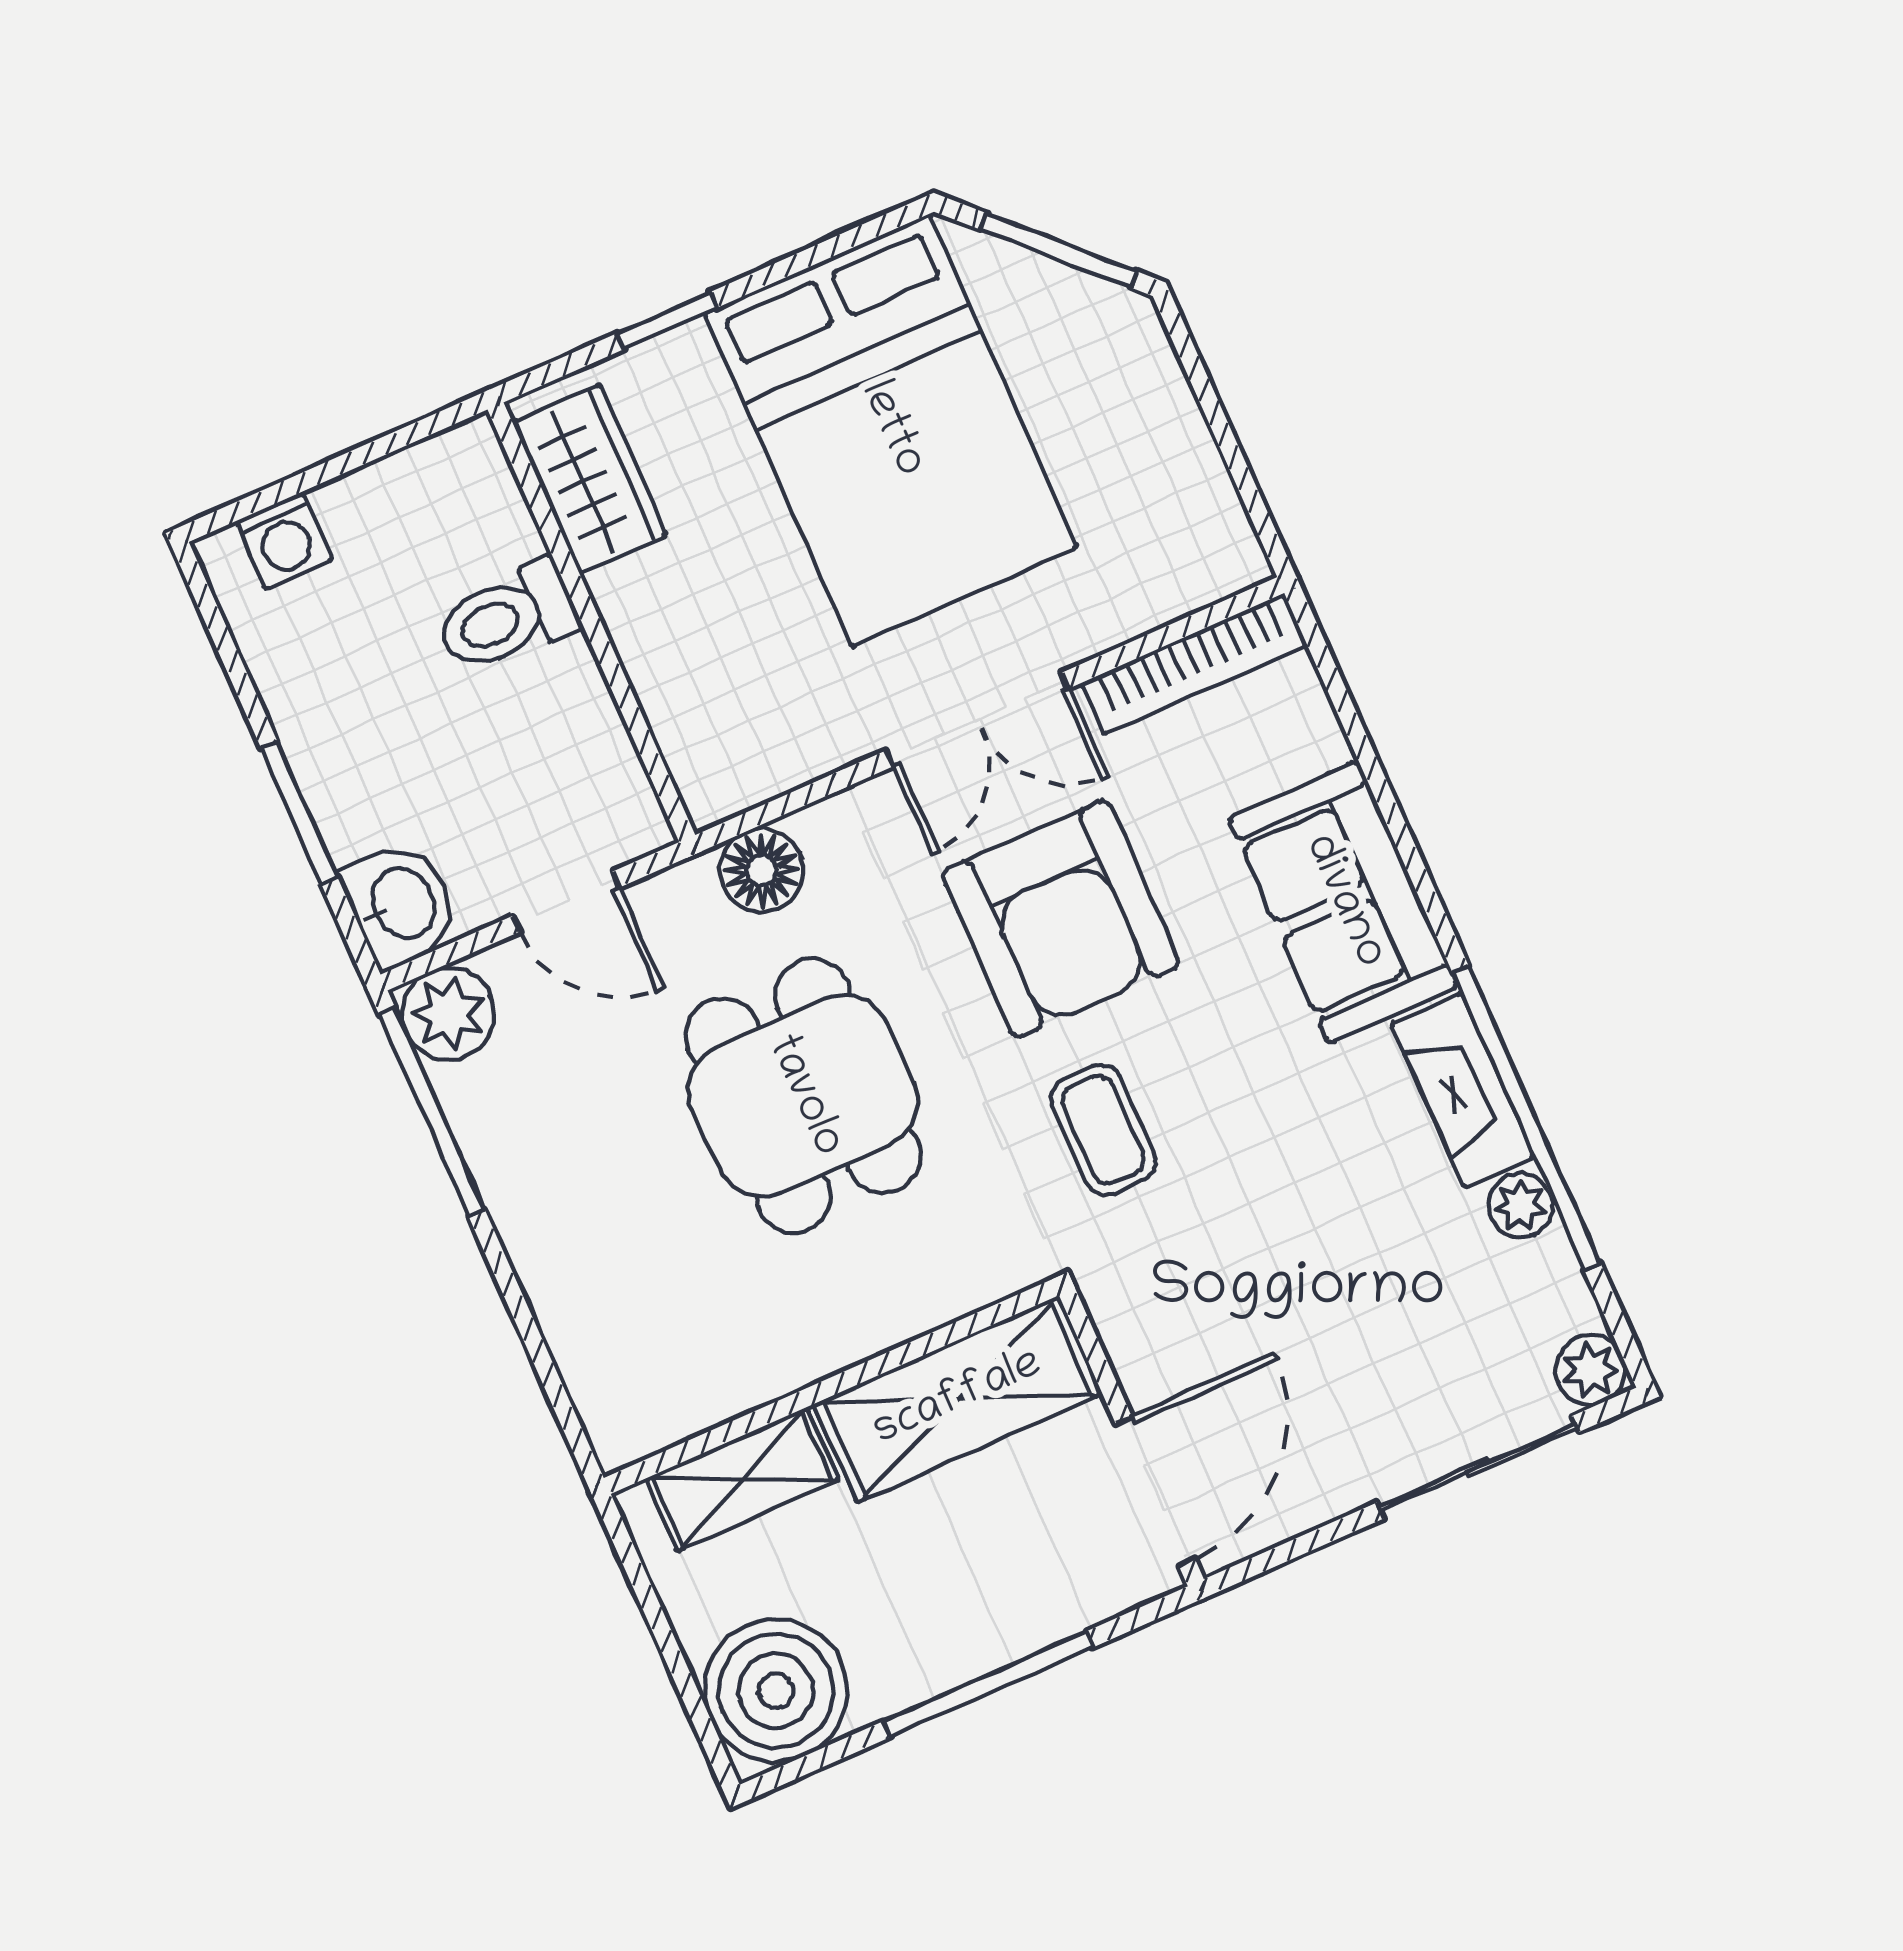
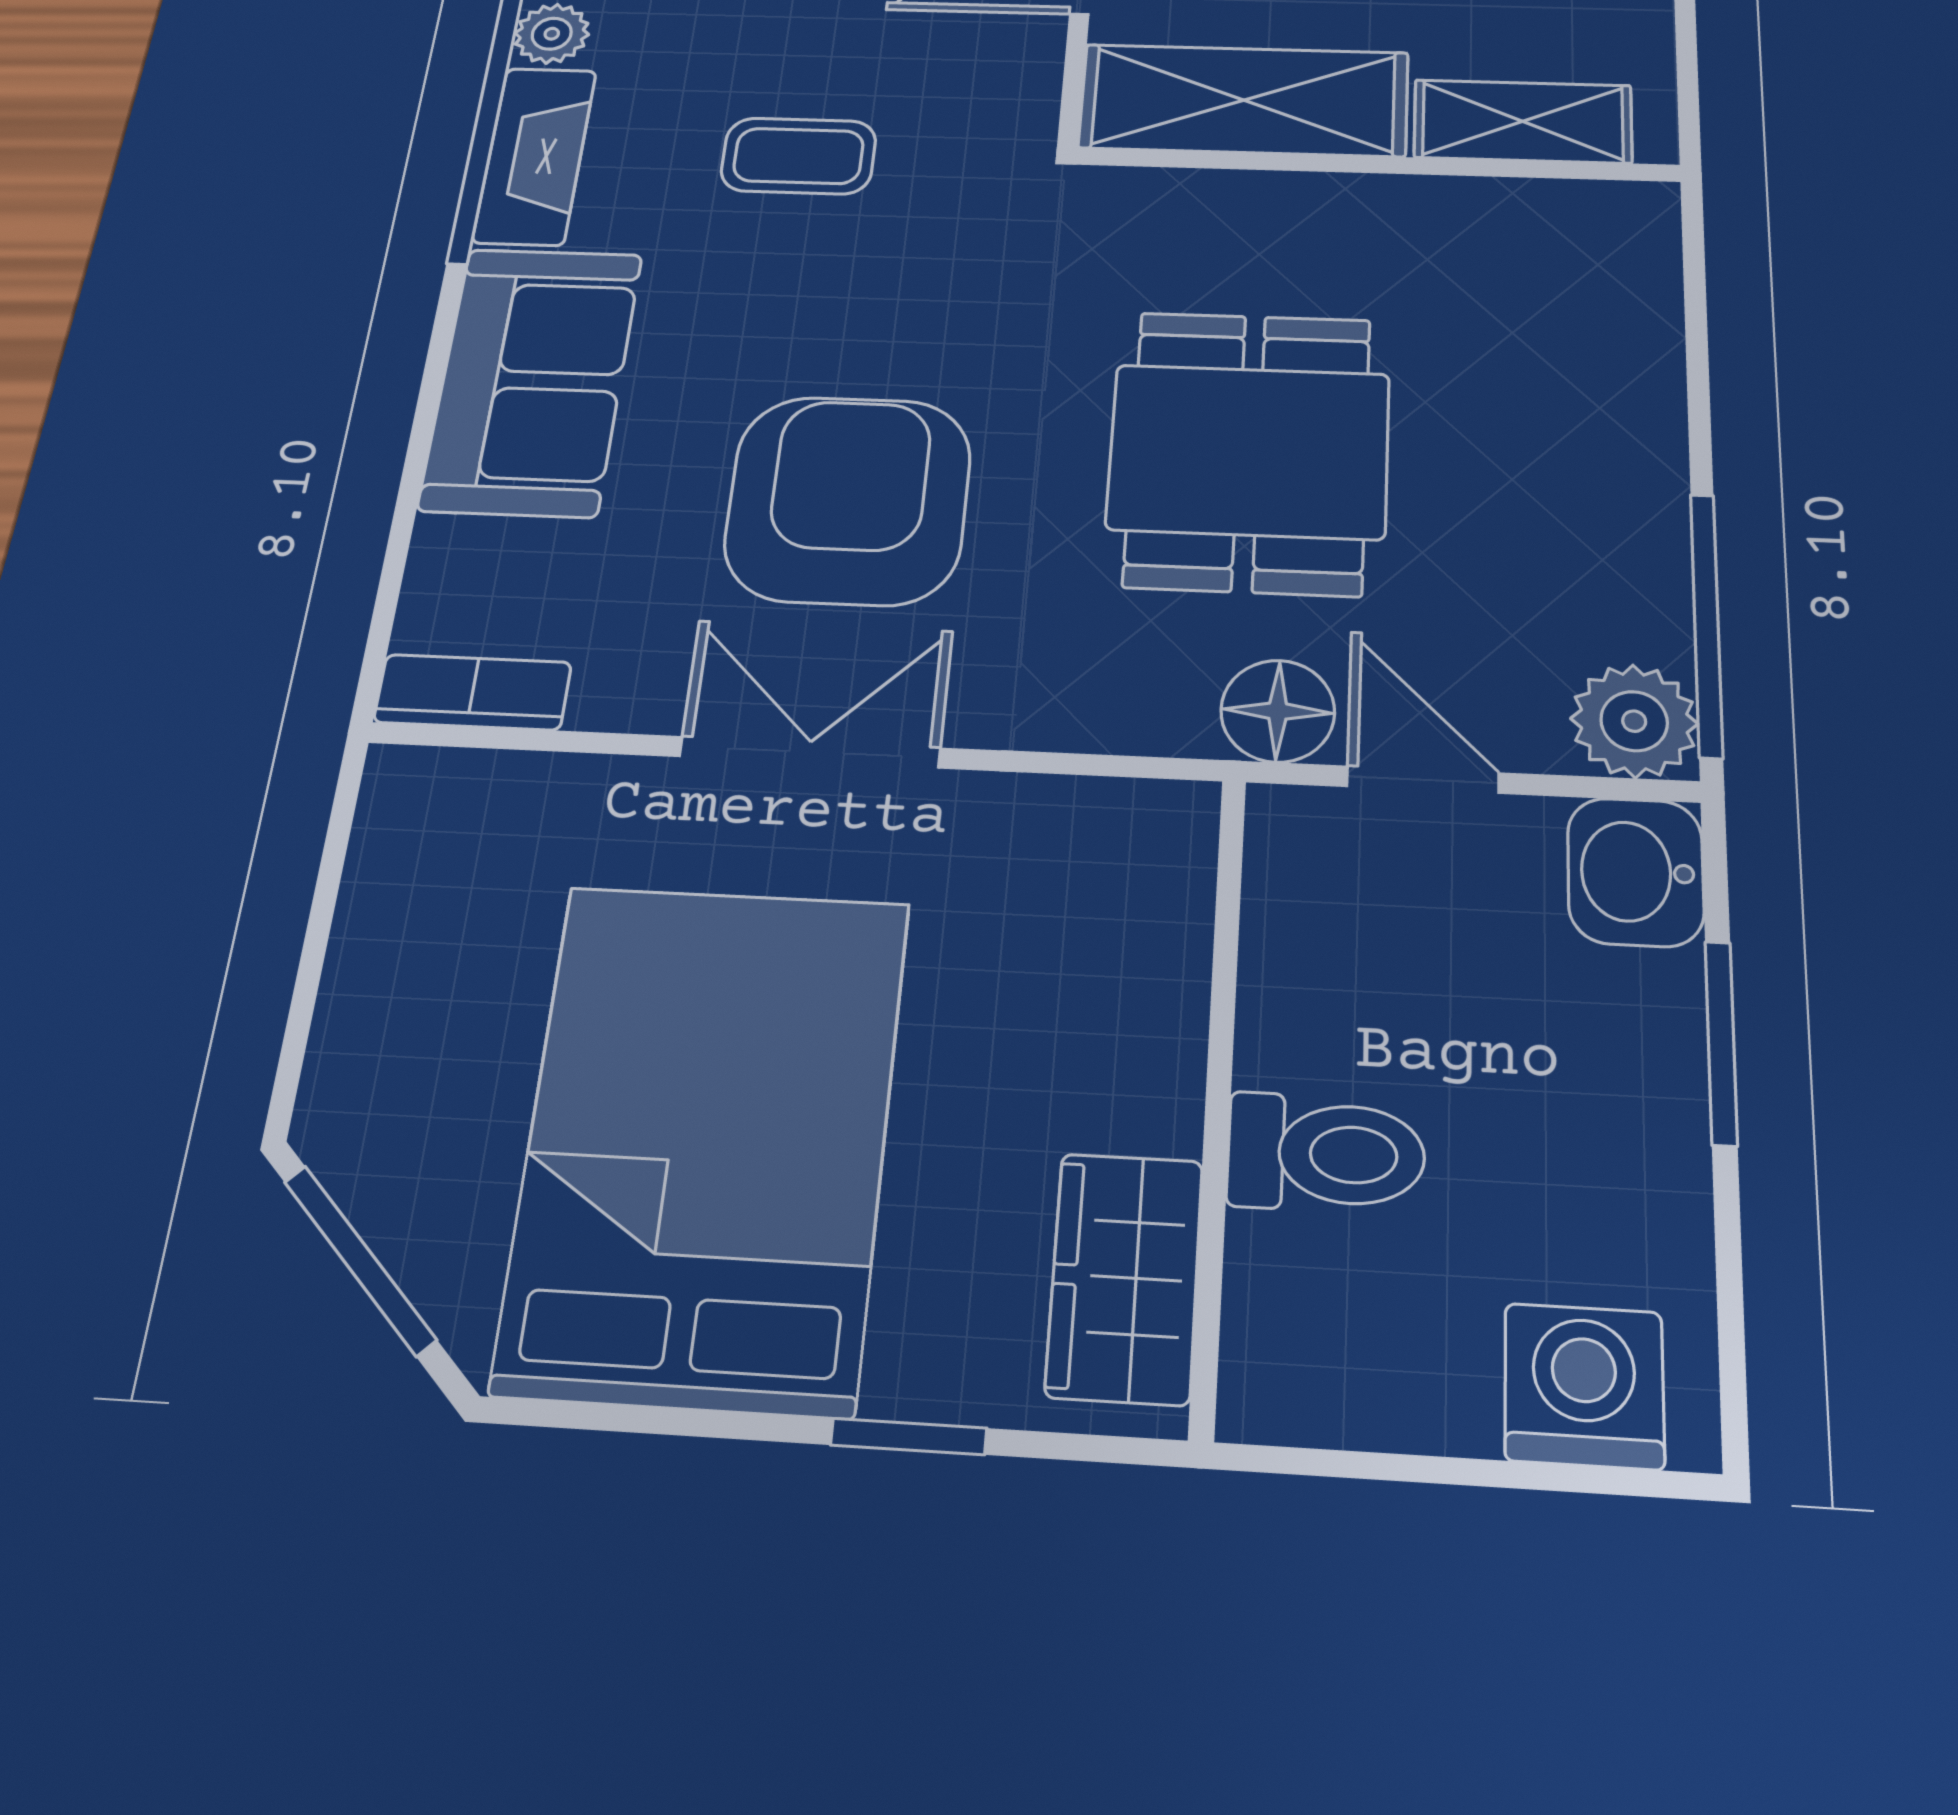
washing machine: (284, 540) -> (1584, 1386), width x1.38, depth x1.38
bookcase: (1194, 664) -> (473, 692), width x0.64
floor lamp: (761, 870) -> (1278, 711), moved
coffee table: (1103, 1130) -> (798, 156), moved, turned 90

